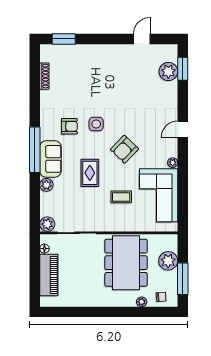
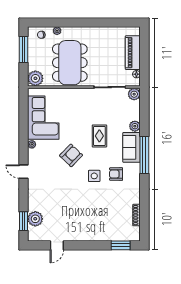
door: (183, 129) -> (24, 172), swing flipped
coffee table: (121, 197) -> (74, 116), removed
plant: (168, 261) -> (35, 78), moved

